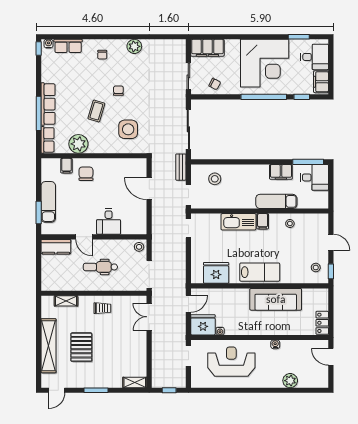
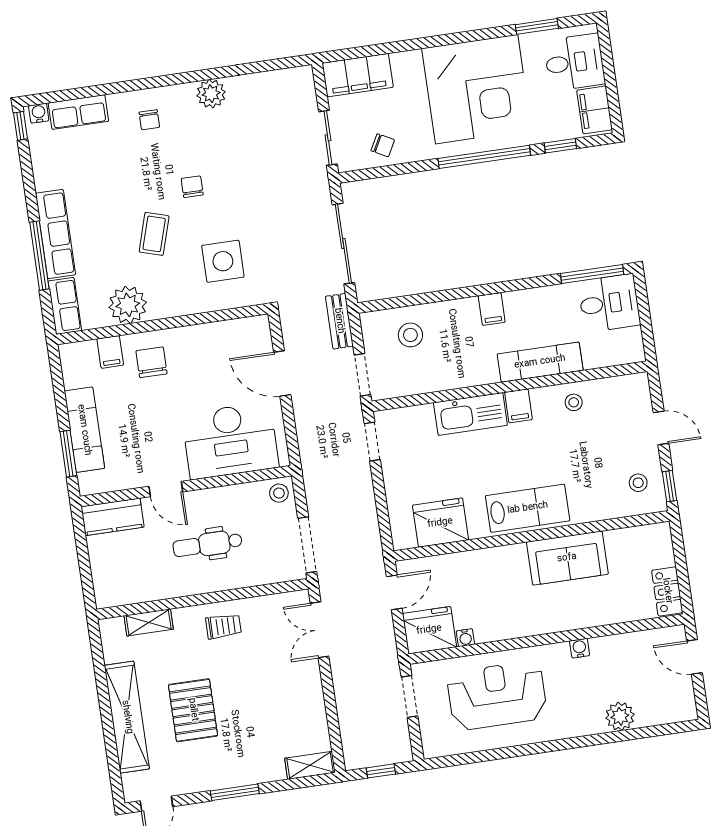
filing cabinet: (281, 172) -> (492, 309), moved, width x0.50
desk: (109, 222) -> (230, 441), width x1.87, depth x1.30
sofa: (276, 299) -> (567, 558), width x0.73

